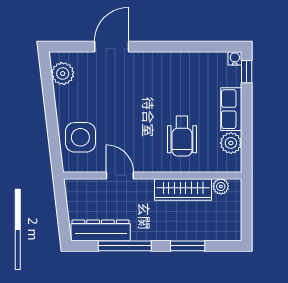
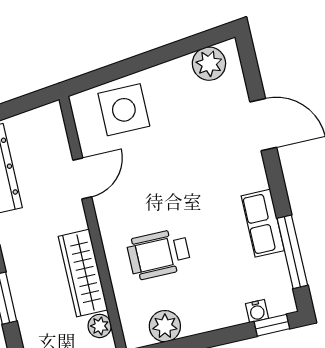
window: (201, 47) -> (292, 252), added
water cooler: (235, 58) -> (257, 311), moved, turned 90
row of seats: (231, 109) -> (263, 223), moved, turned -90

